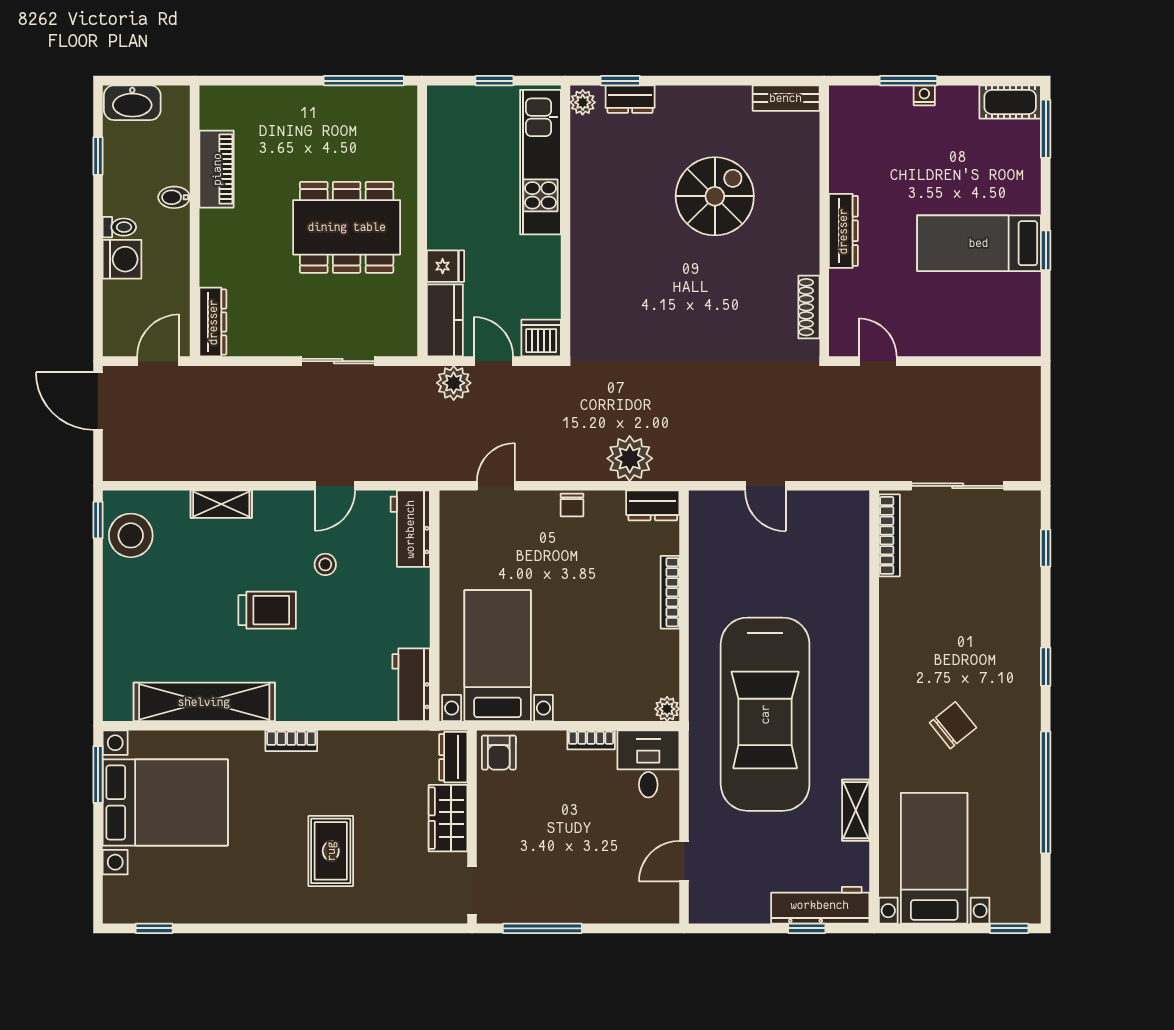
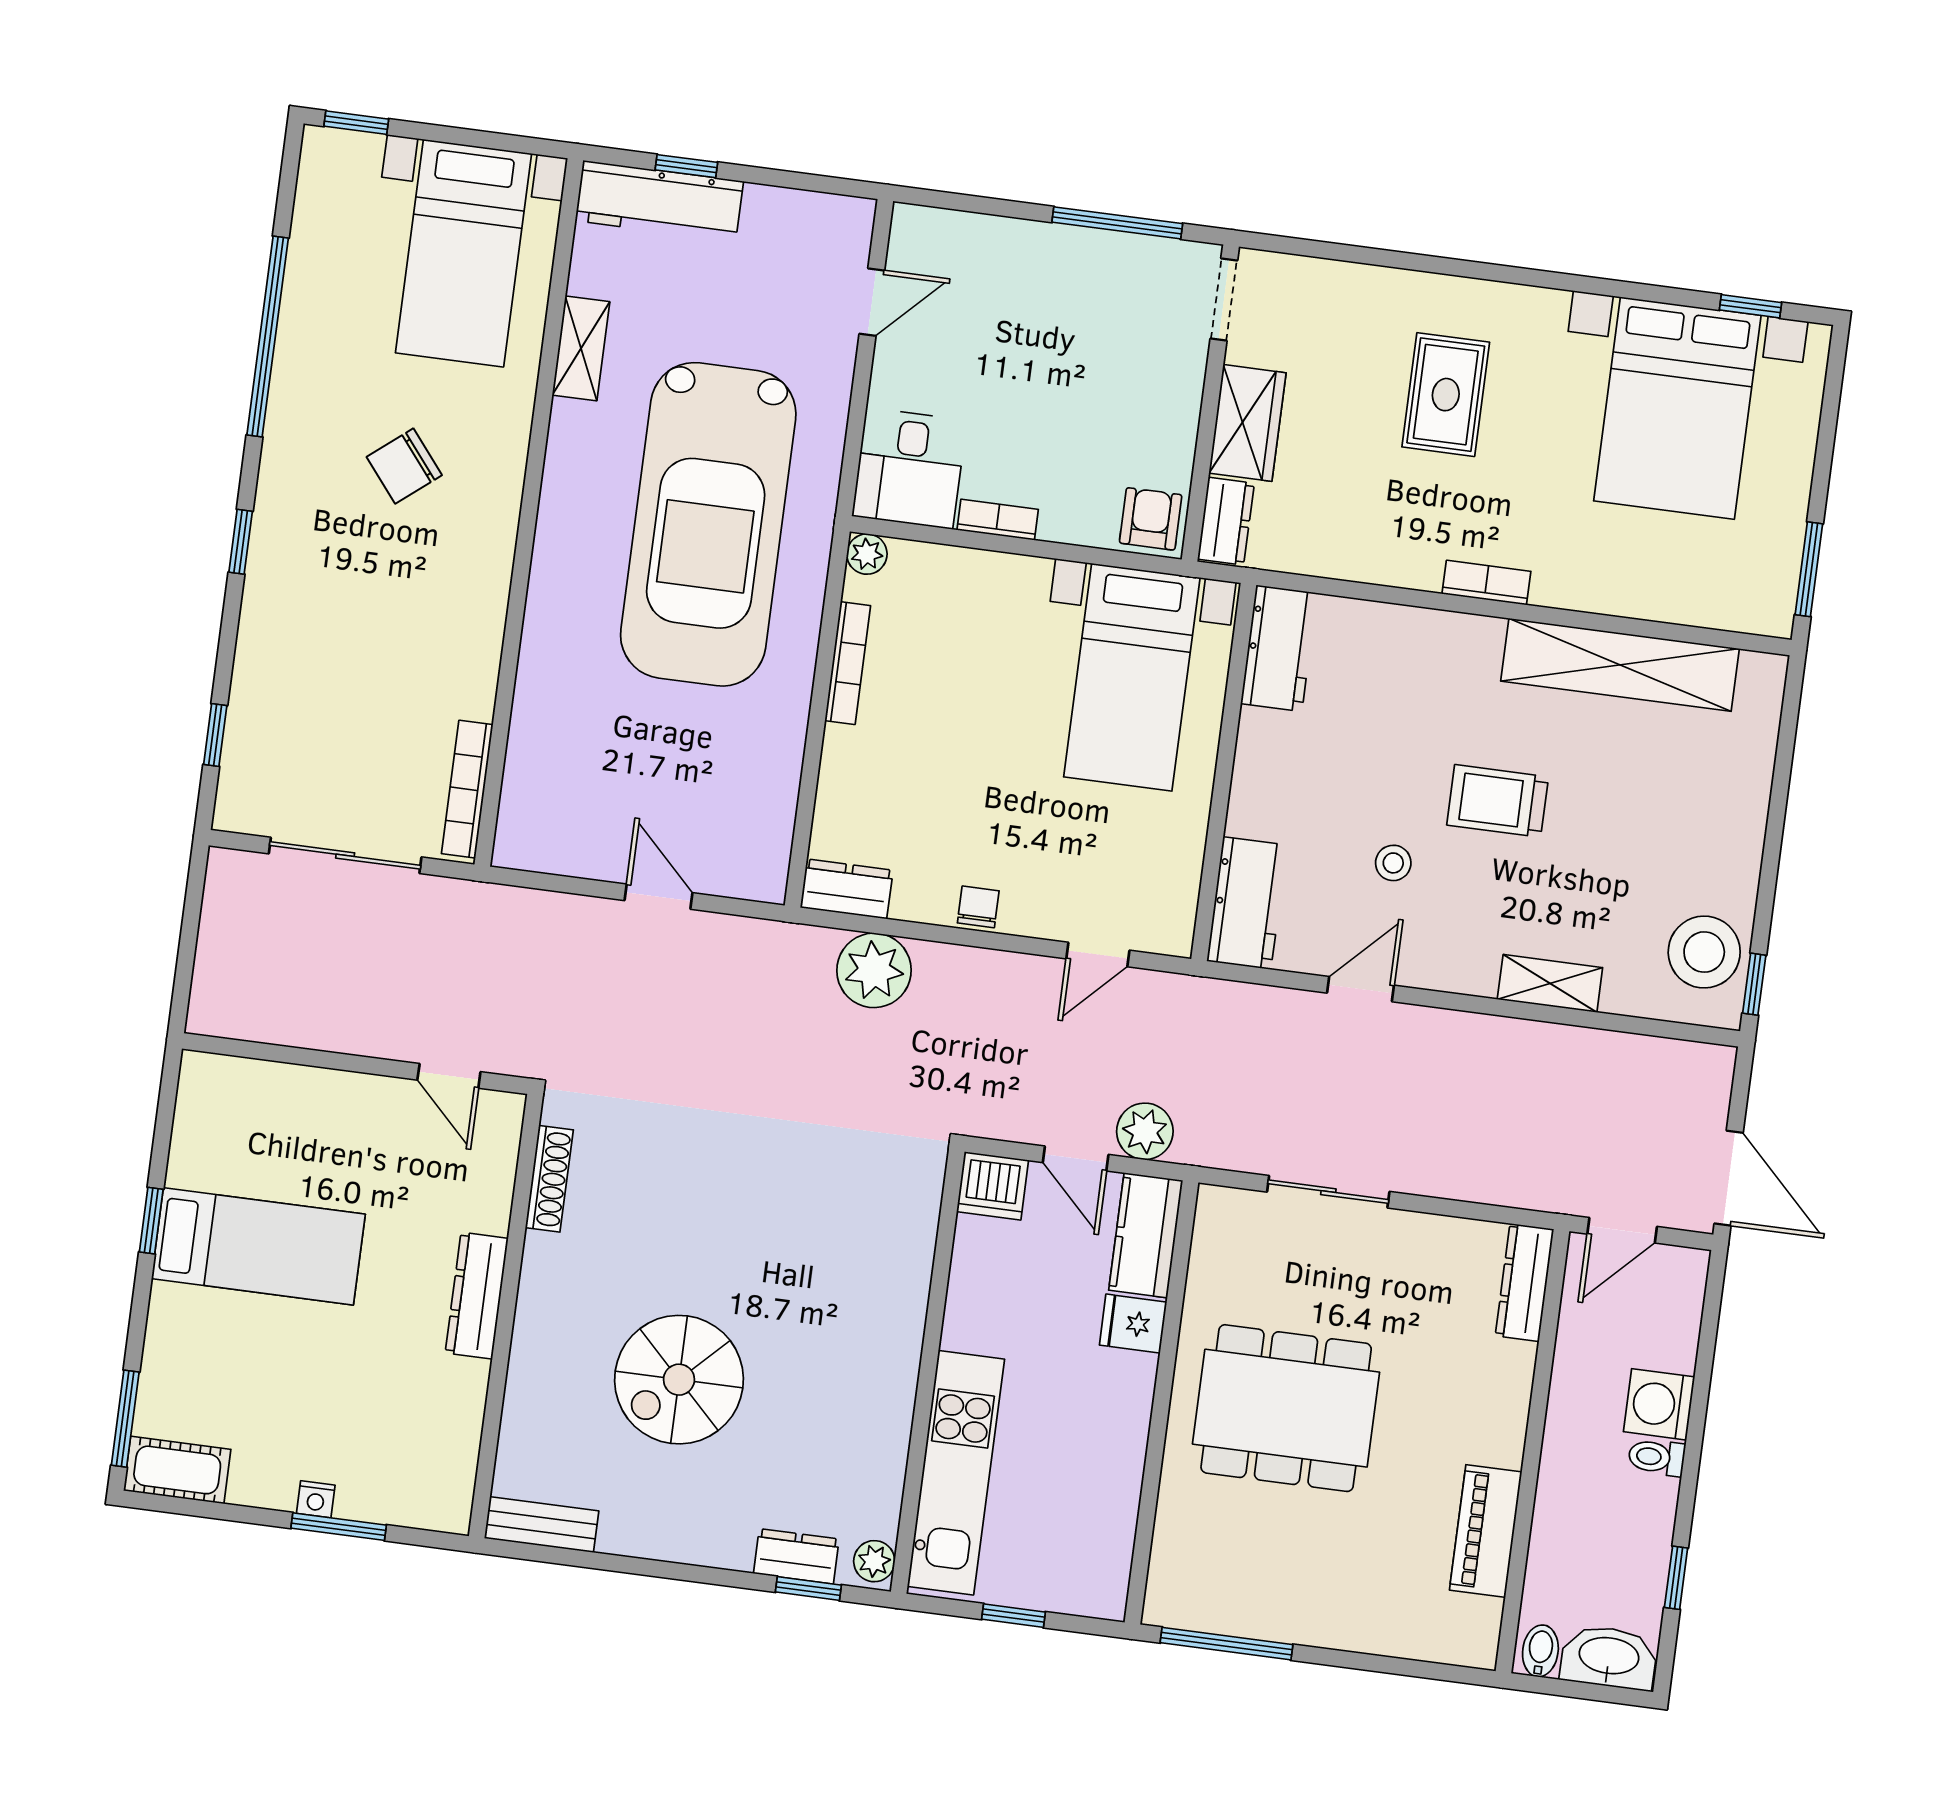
bidet: (174, 197) -> (1540, 1651), moved, turned -90
bookcase: (670, 592) -> (848, 663), moved
car: (765, 714) -> (708, 524), turned 180
bed with nightstands: (165, 802) -> (1677, 408), moved, turned -90

